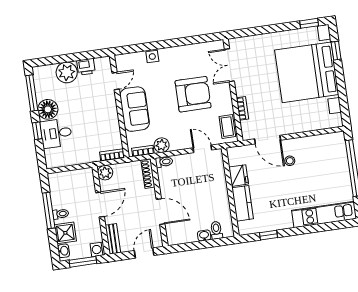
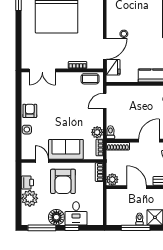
armchair: (193, 94) -> (30, 111), moved, width x0.53, depth x0.53
armchair: (94, 111) -> (63, 181), added
fridge: (239, 176) -> (113, 67), moved, turned 90

